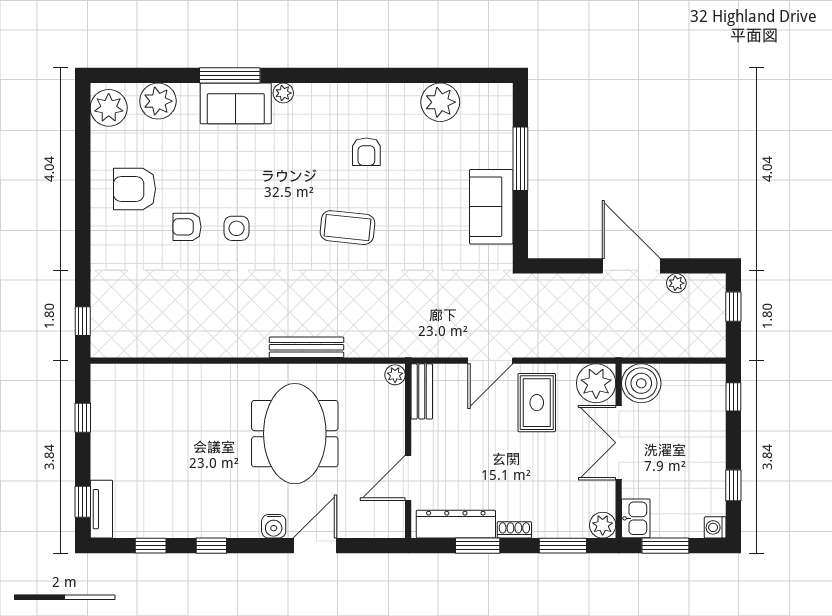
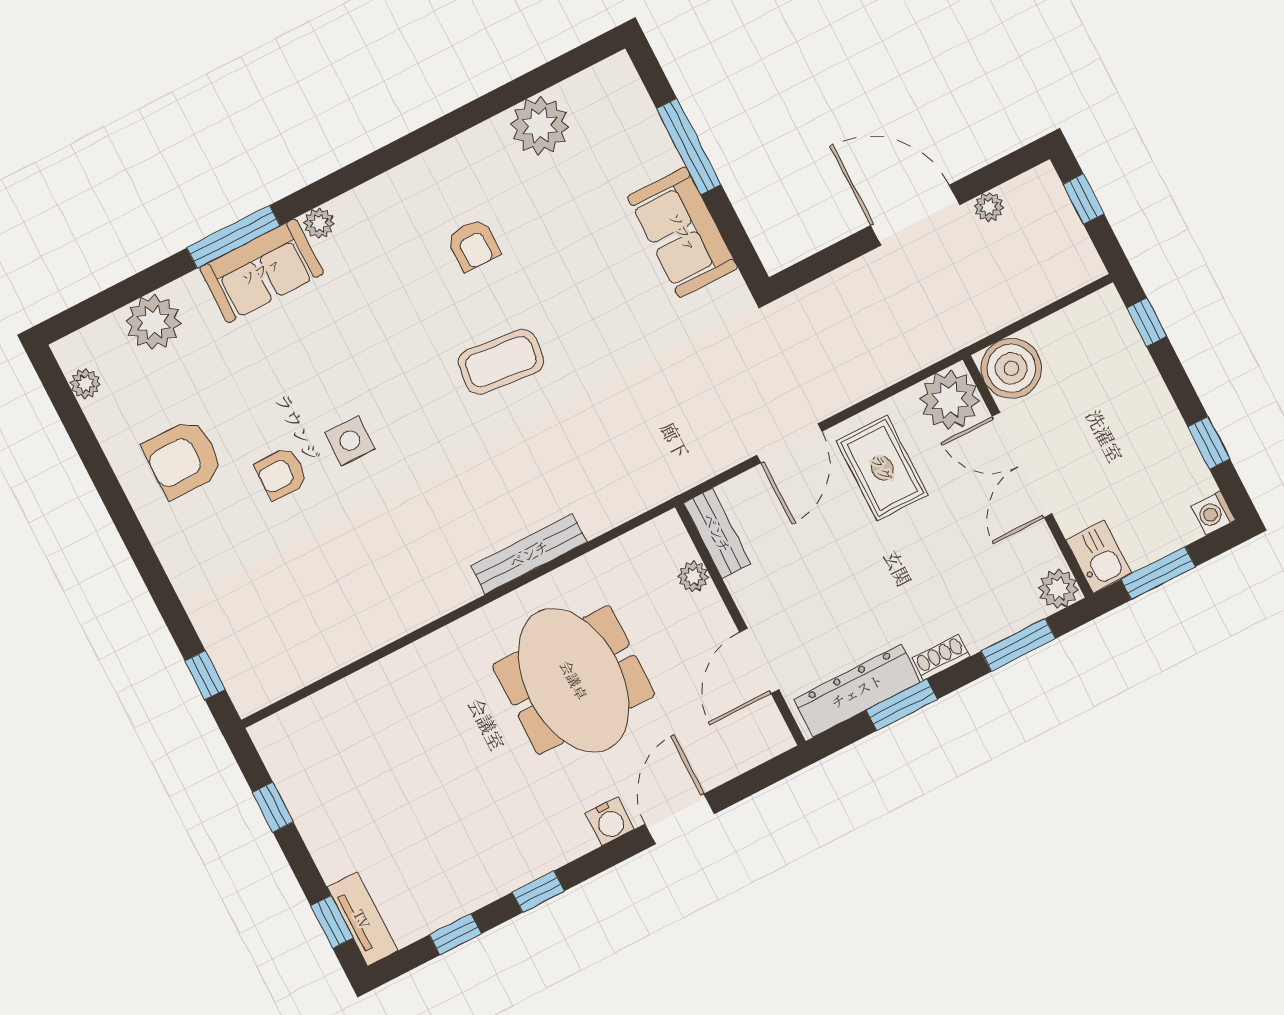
plant: (109, 108) -> (85, 384), width x0.53, depth x0.53
plant: (395, 375) -> (693, 577), moved

